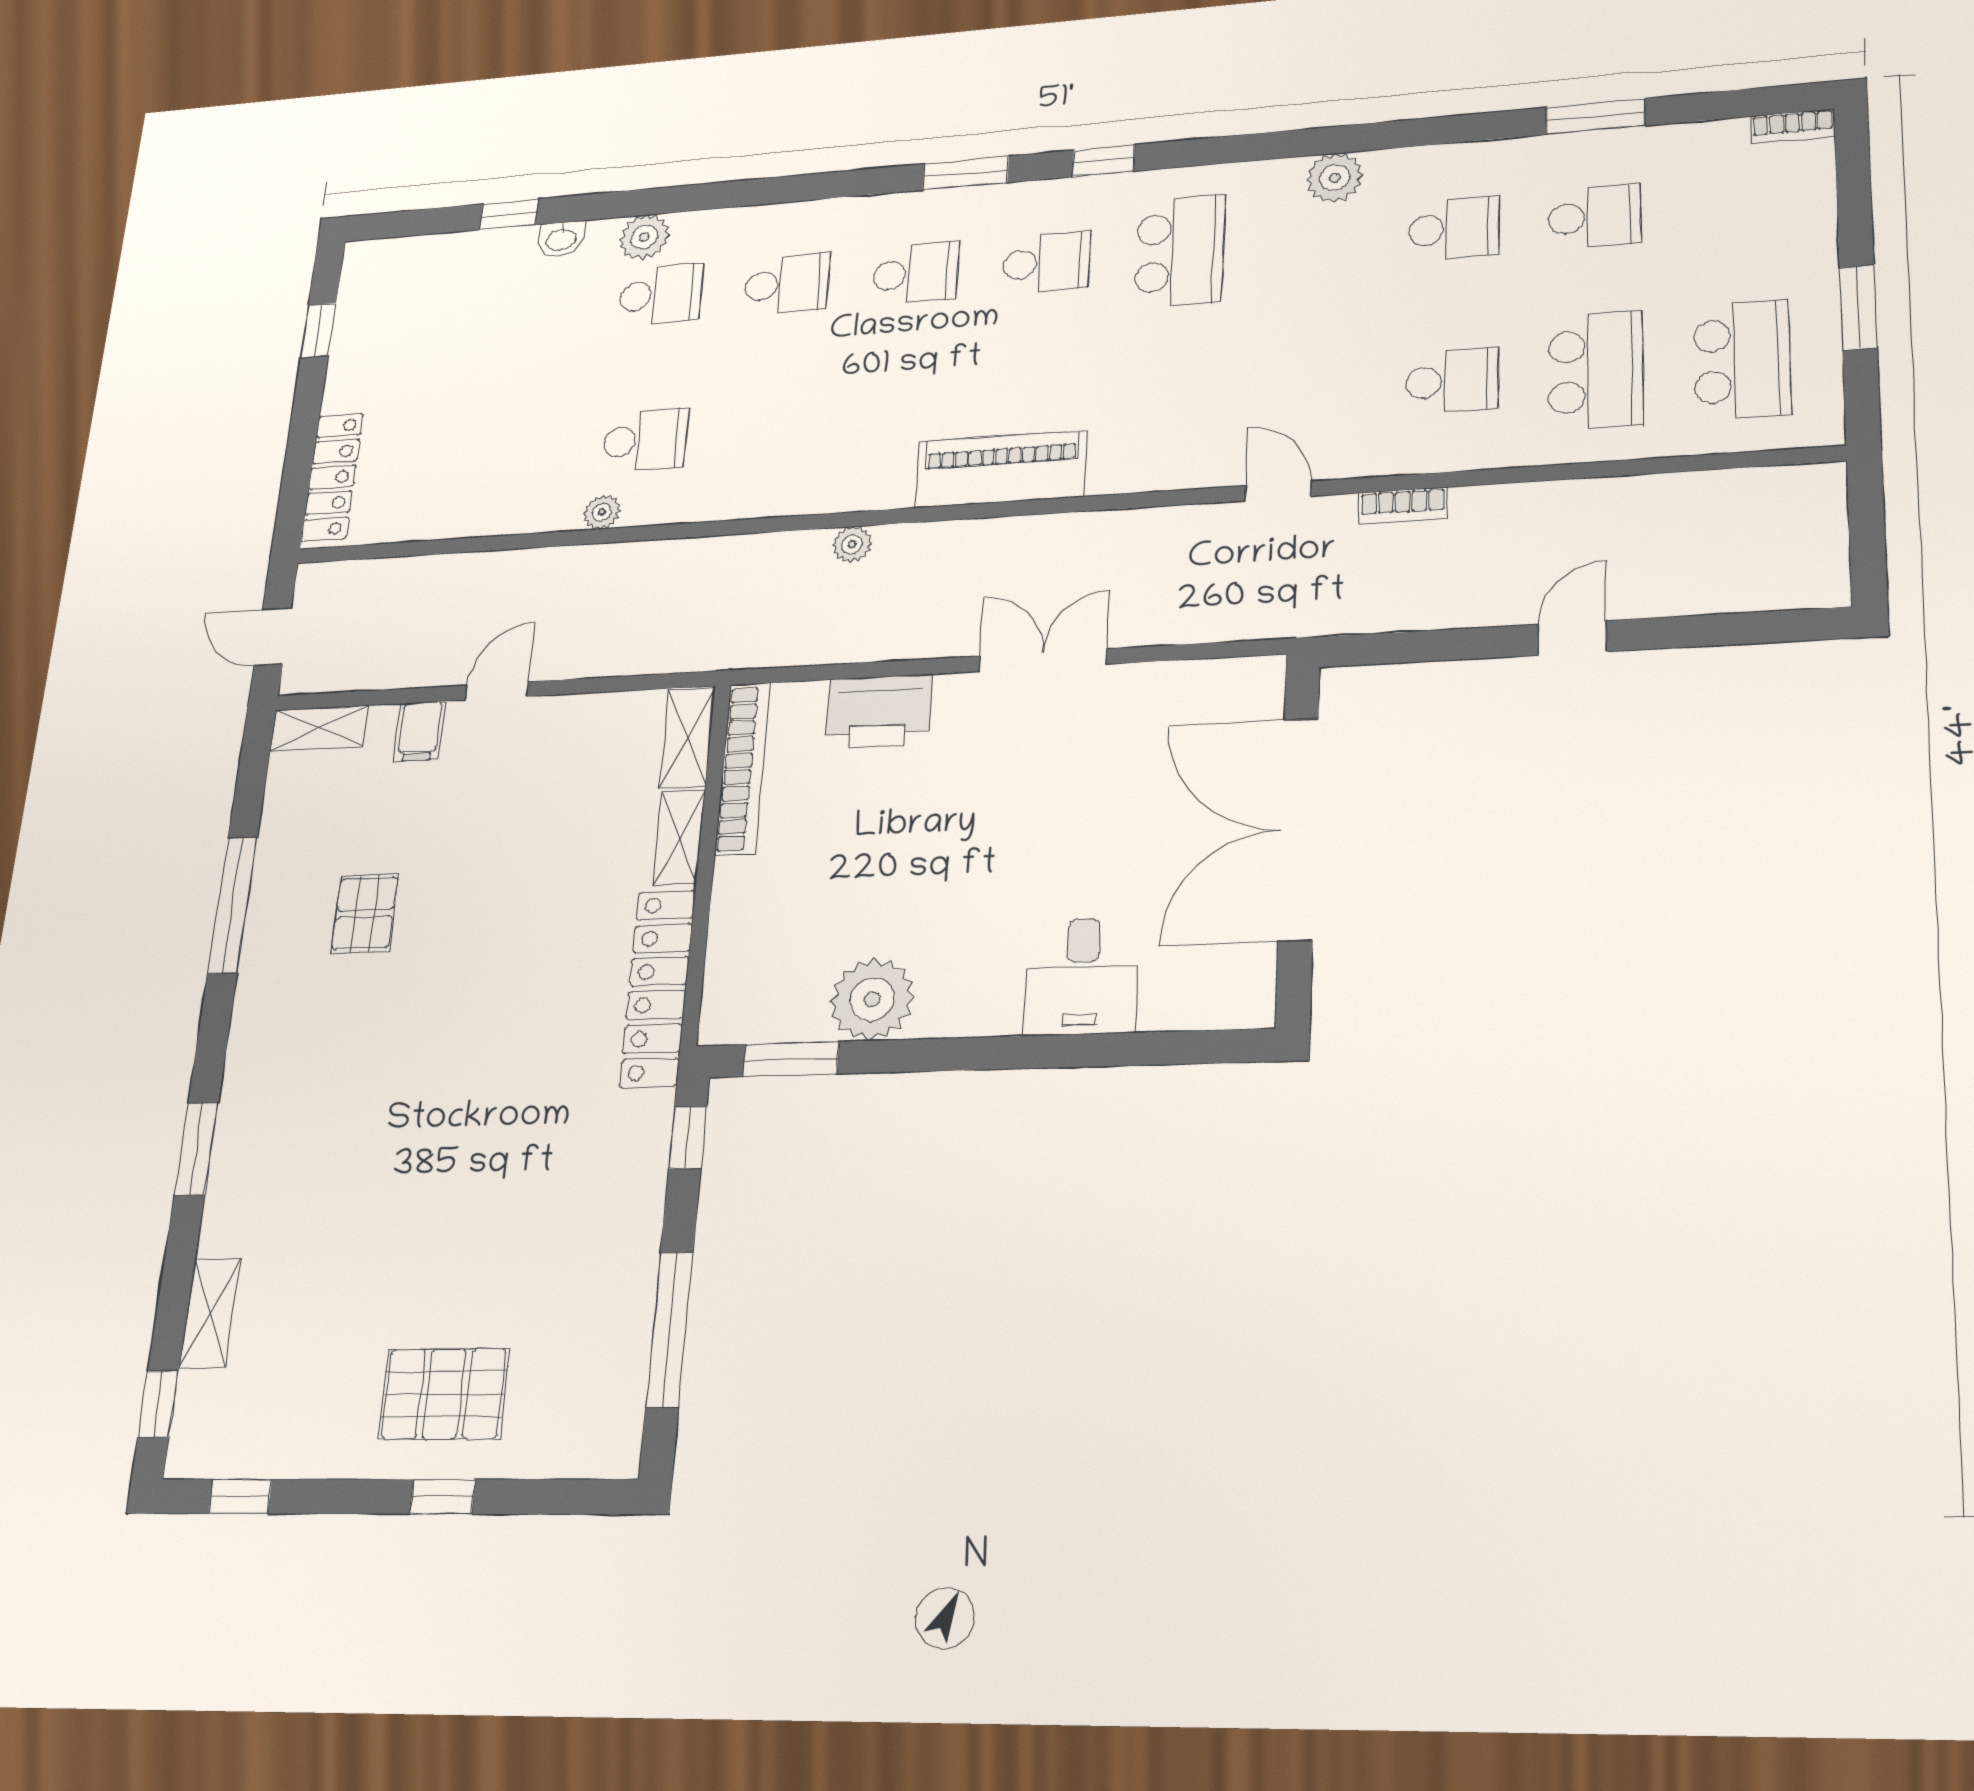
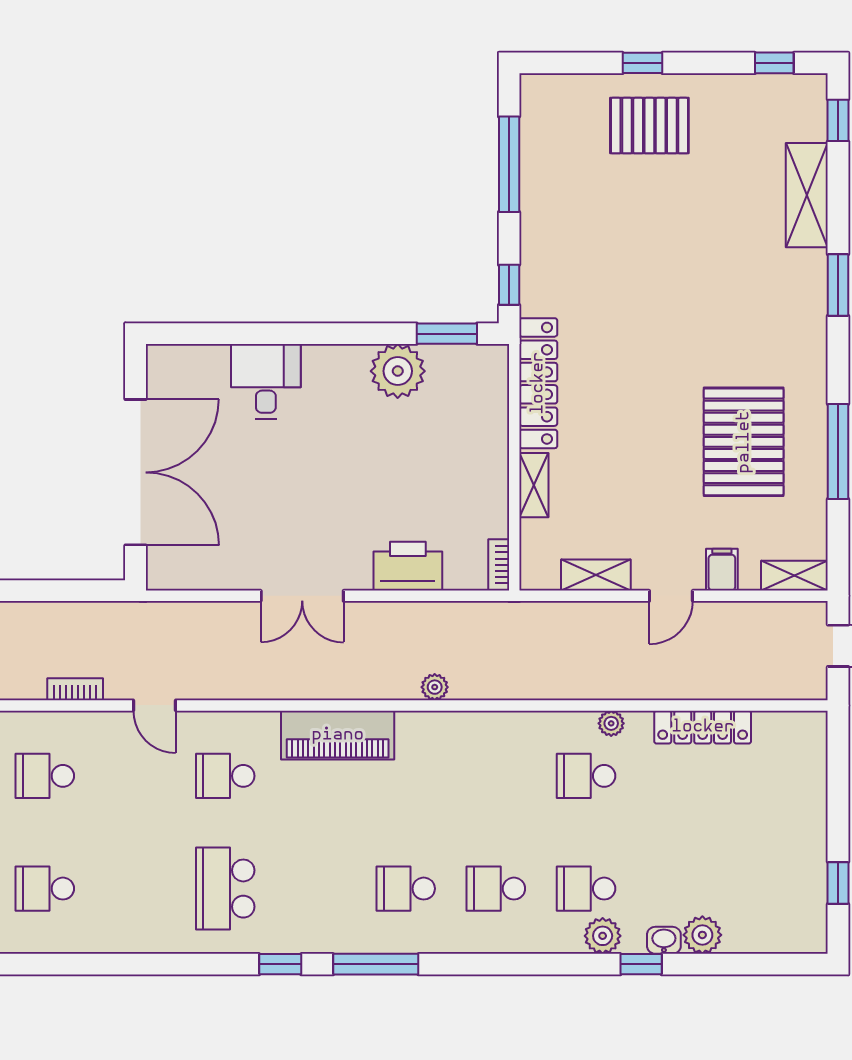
window: (966, 173) -> (376, 964), width x1.44
plant: (1335, 178) -> (702, 935), moved
window: (509, 214) -> (641, 964), moved
school desk: (1047, 262) -> (225, 776), moved
locker: (332, 477) -> (703, 727), moved, turned -90
shelving: (687, 737) -> (596, 575), moved, turned 90
bookcase: (743, 769) -> (499, 565), width x0.43, depth x0.76
pallet: (365, 913) -> (744, 442), width x2.05, depth x2.00
shelving: (210, 1313) -> (807, 195), width x1.50, depth x1.33

